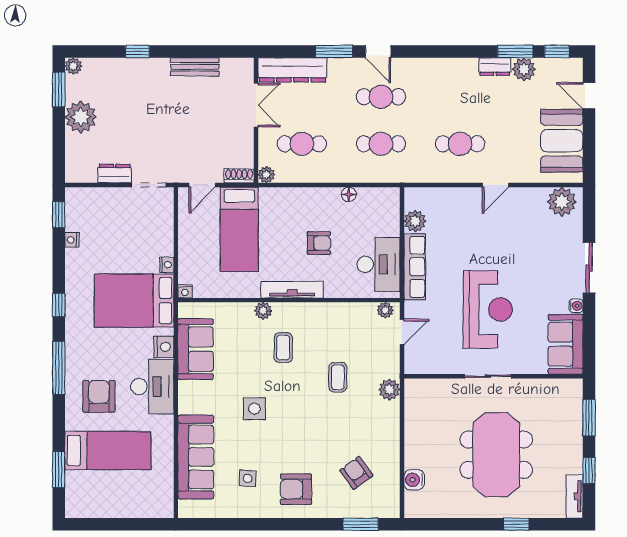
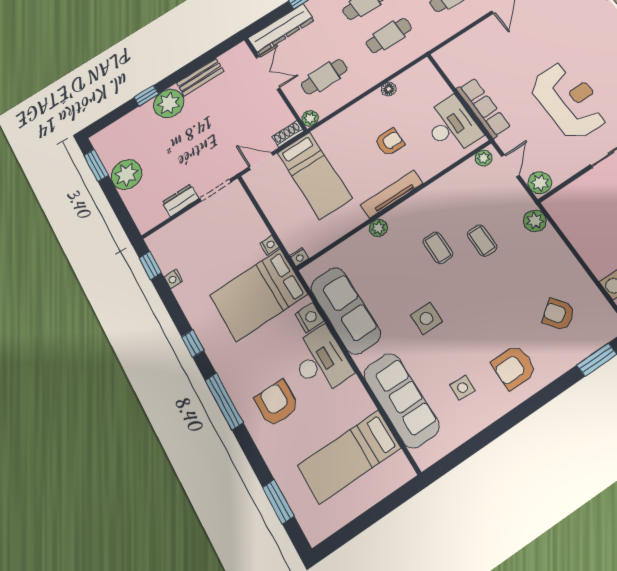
plant: (73, 66) -> (169, 103), moved, width x1.87, depth x1.87
door: (202, 185) -> (261, 161), swing flipped
plant: (415, 221) -> (540, 183), moved
coffee table: (283, 348) -> (438, 248), moved
sofa: (196, 349) -> (345, 310), width x1.36
bed: (108, 450) -> (349, 457), moved, turned 180

